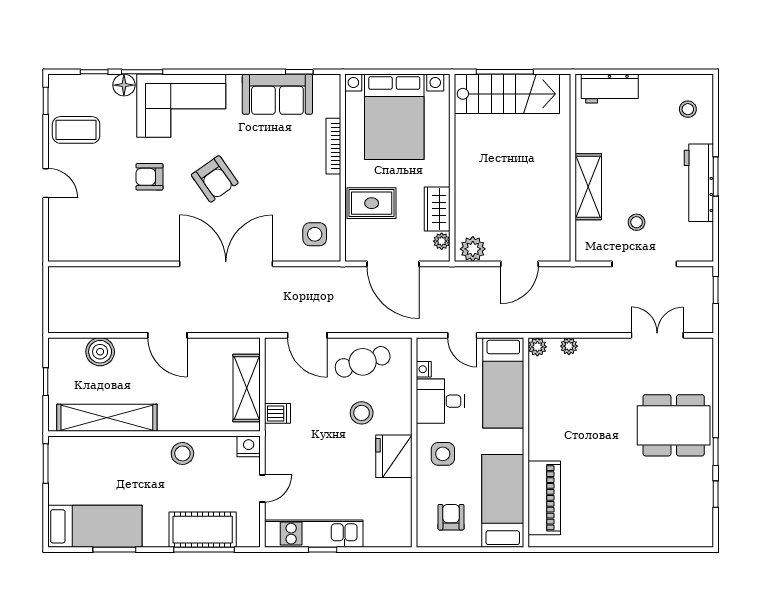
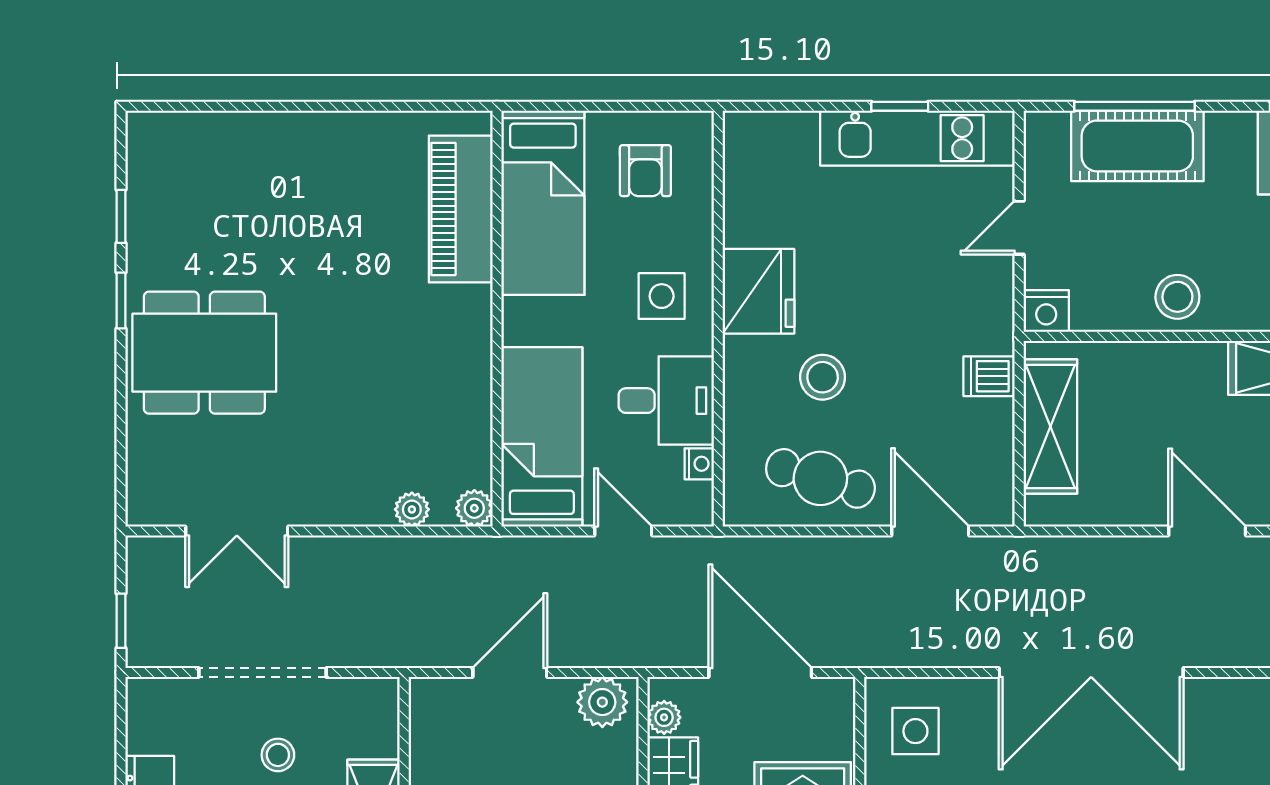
cafe table: (363, 362) -> (820, 478), turned 34

